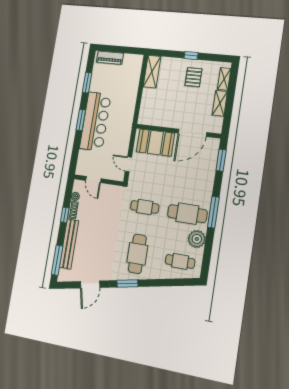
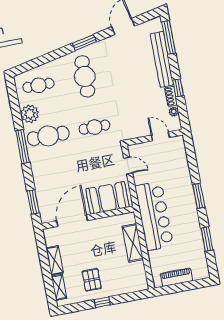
piano: (110, 58) -> (176, 277), moved
shelving: (152, 72) -> (133, 243), moved
bar counter: (95, 121) -> (154, 216), moved, turned 180

